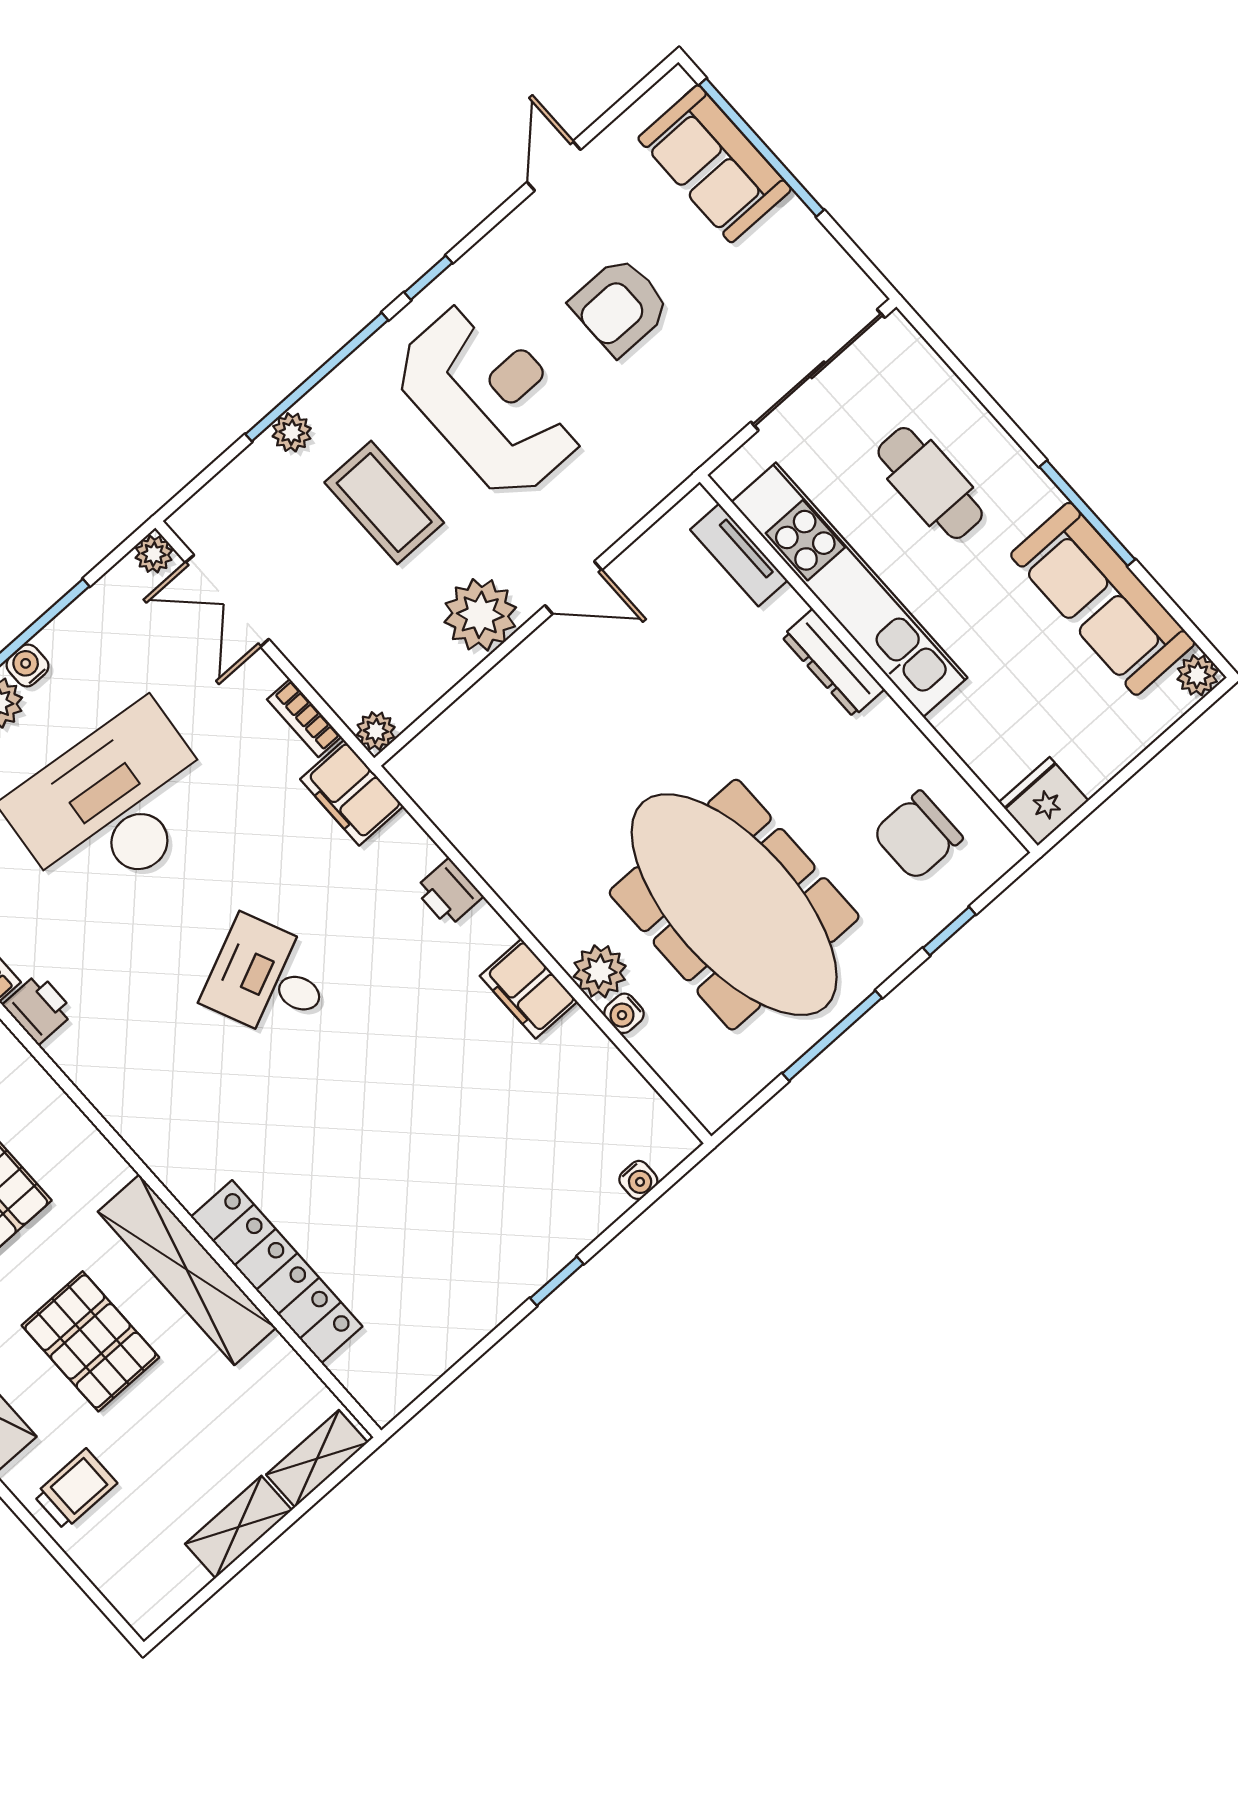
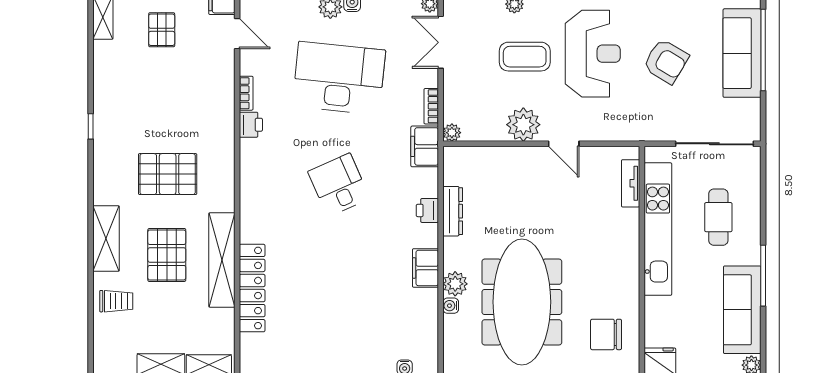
sofa: (715, 164) -> (742, 53), width x1.36
armchair: (620, 306) -> (666, 61), turned -149
coffee table: (384, 503) -> (525, 57), turned 90
dresser: (833, 663) -> (453, 211), moved, turned 180

